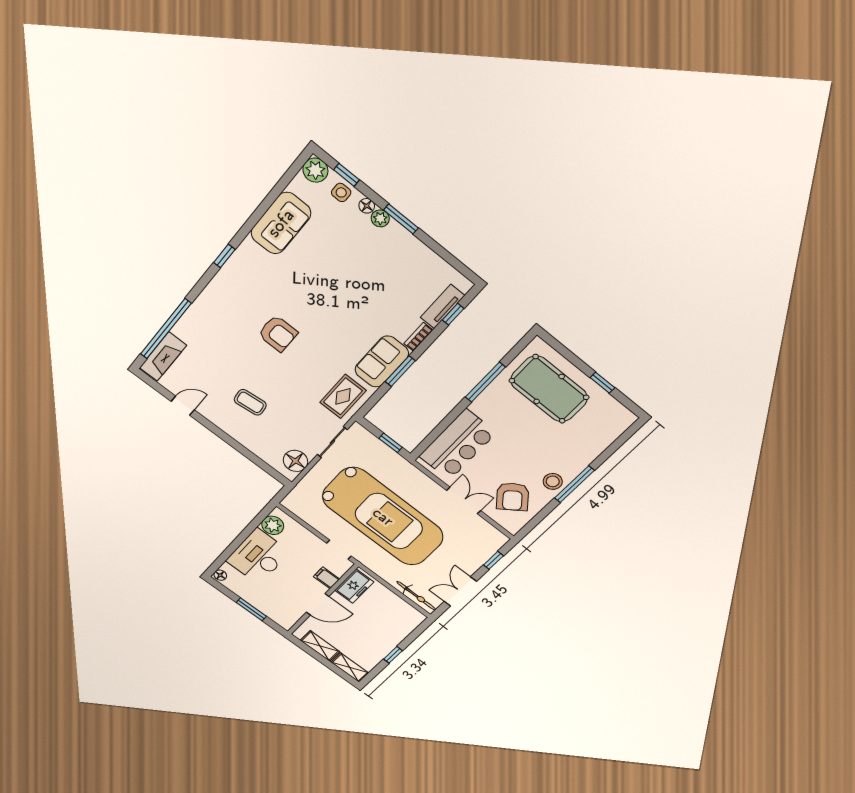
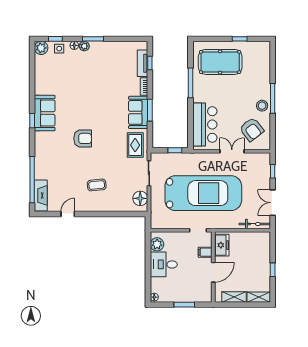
sofa: (281, 223) -> (45, 113), moved
desk: (258, 556) -> (164, 264), width x0.73

